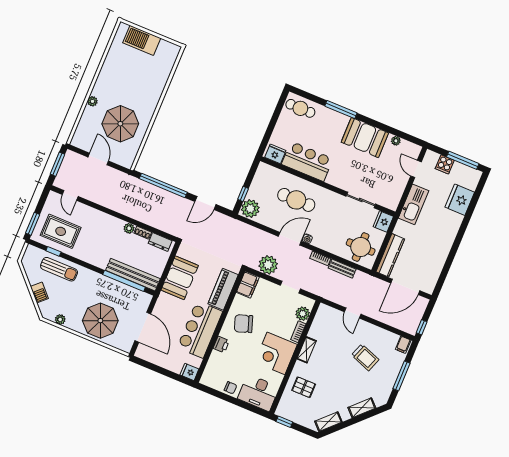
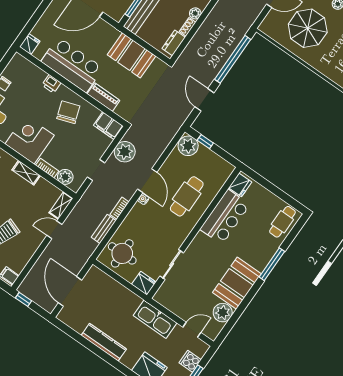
plant: (396, 141) -> (223, 313), width x1.87, depth x1.87
kitchen counter: (390, 255) -> (104, 342), moved, turned 180
piano: (223, 289) -> (103, 97), width x0.73, depth x0.75
shelving: (329, 312) -> (61, 206), added

